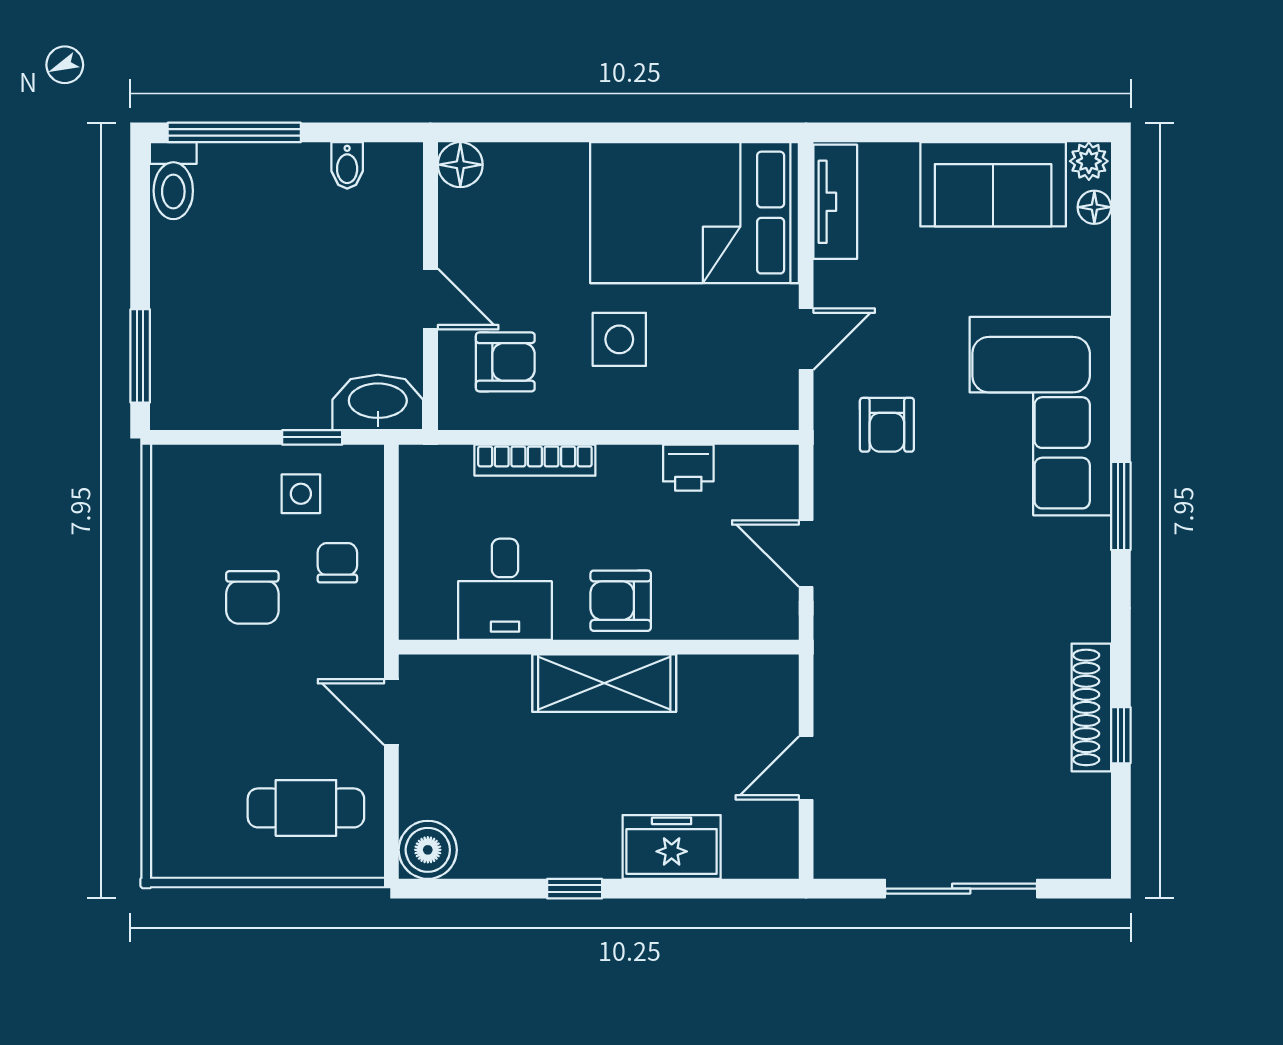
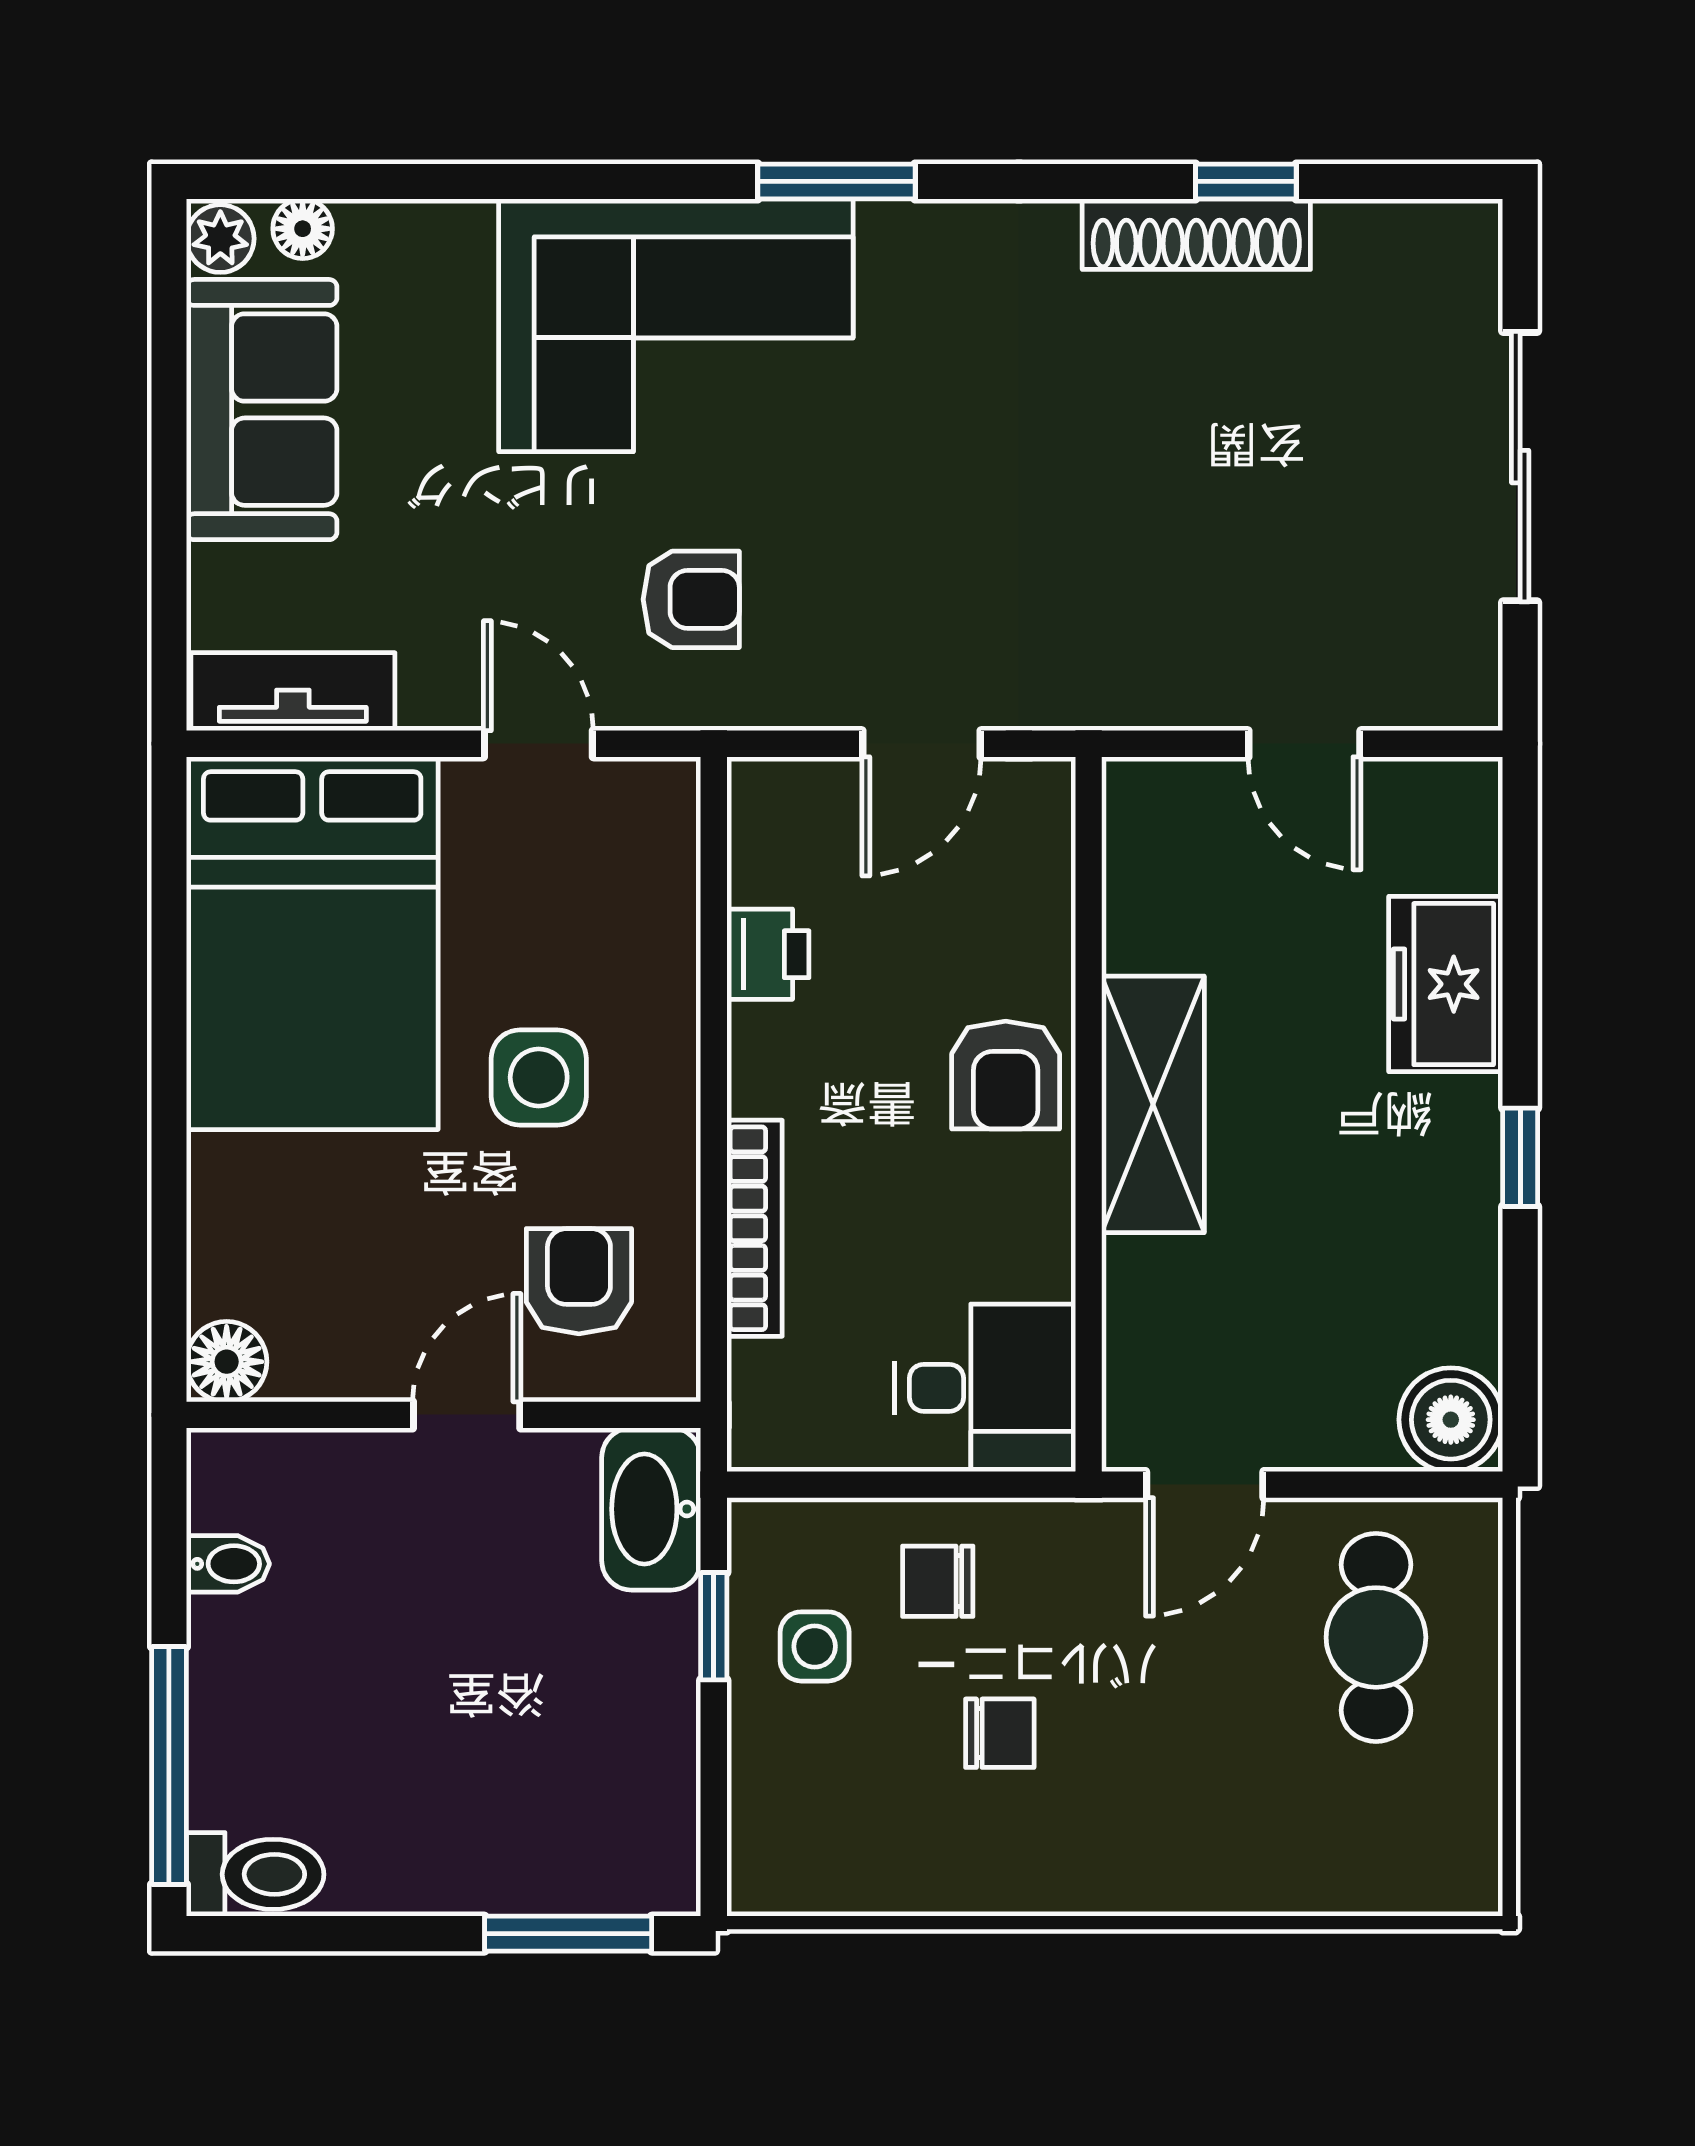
desk: (505, 589) -> (985, 1388), moved
chair: (252, 597) -> (1000, 1733), width x0.73, depth x0.73

